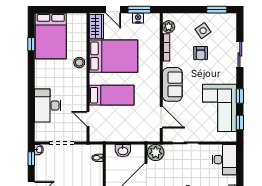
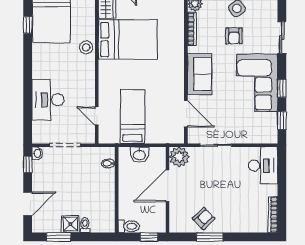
bed: (112, 95) -> (133, 117), moved, turned -90
corner sofa: (219, 108) -> (257, 83), moved

